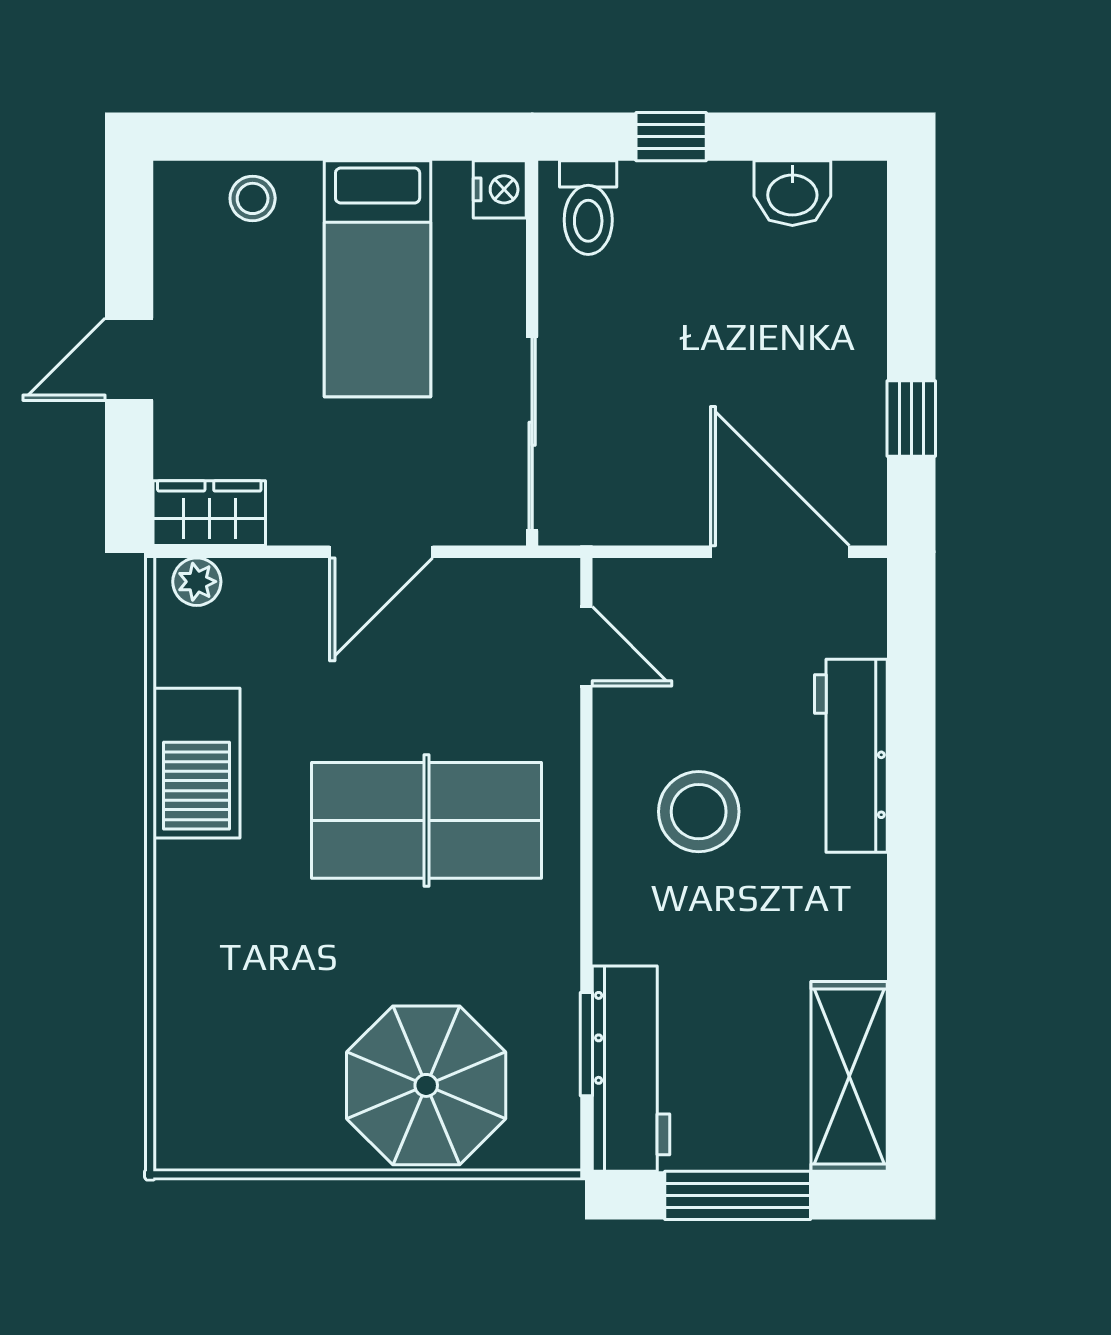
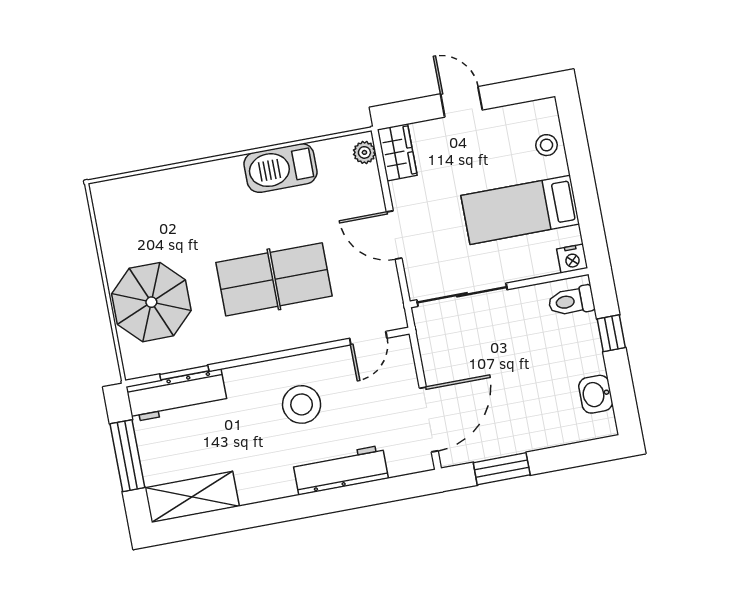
window: (911, 419) -> (502, 469), width x1.50
table tennis table: (426, 820) -> (274, 279), turned 90

